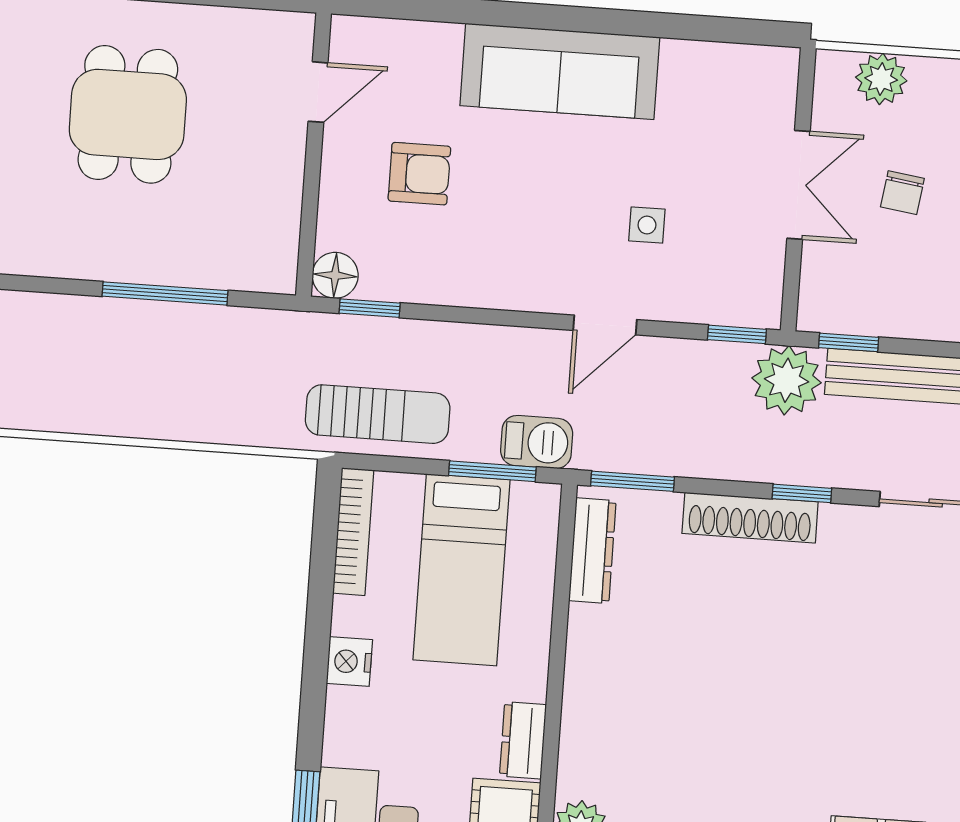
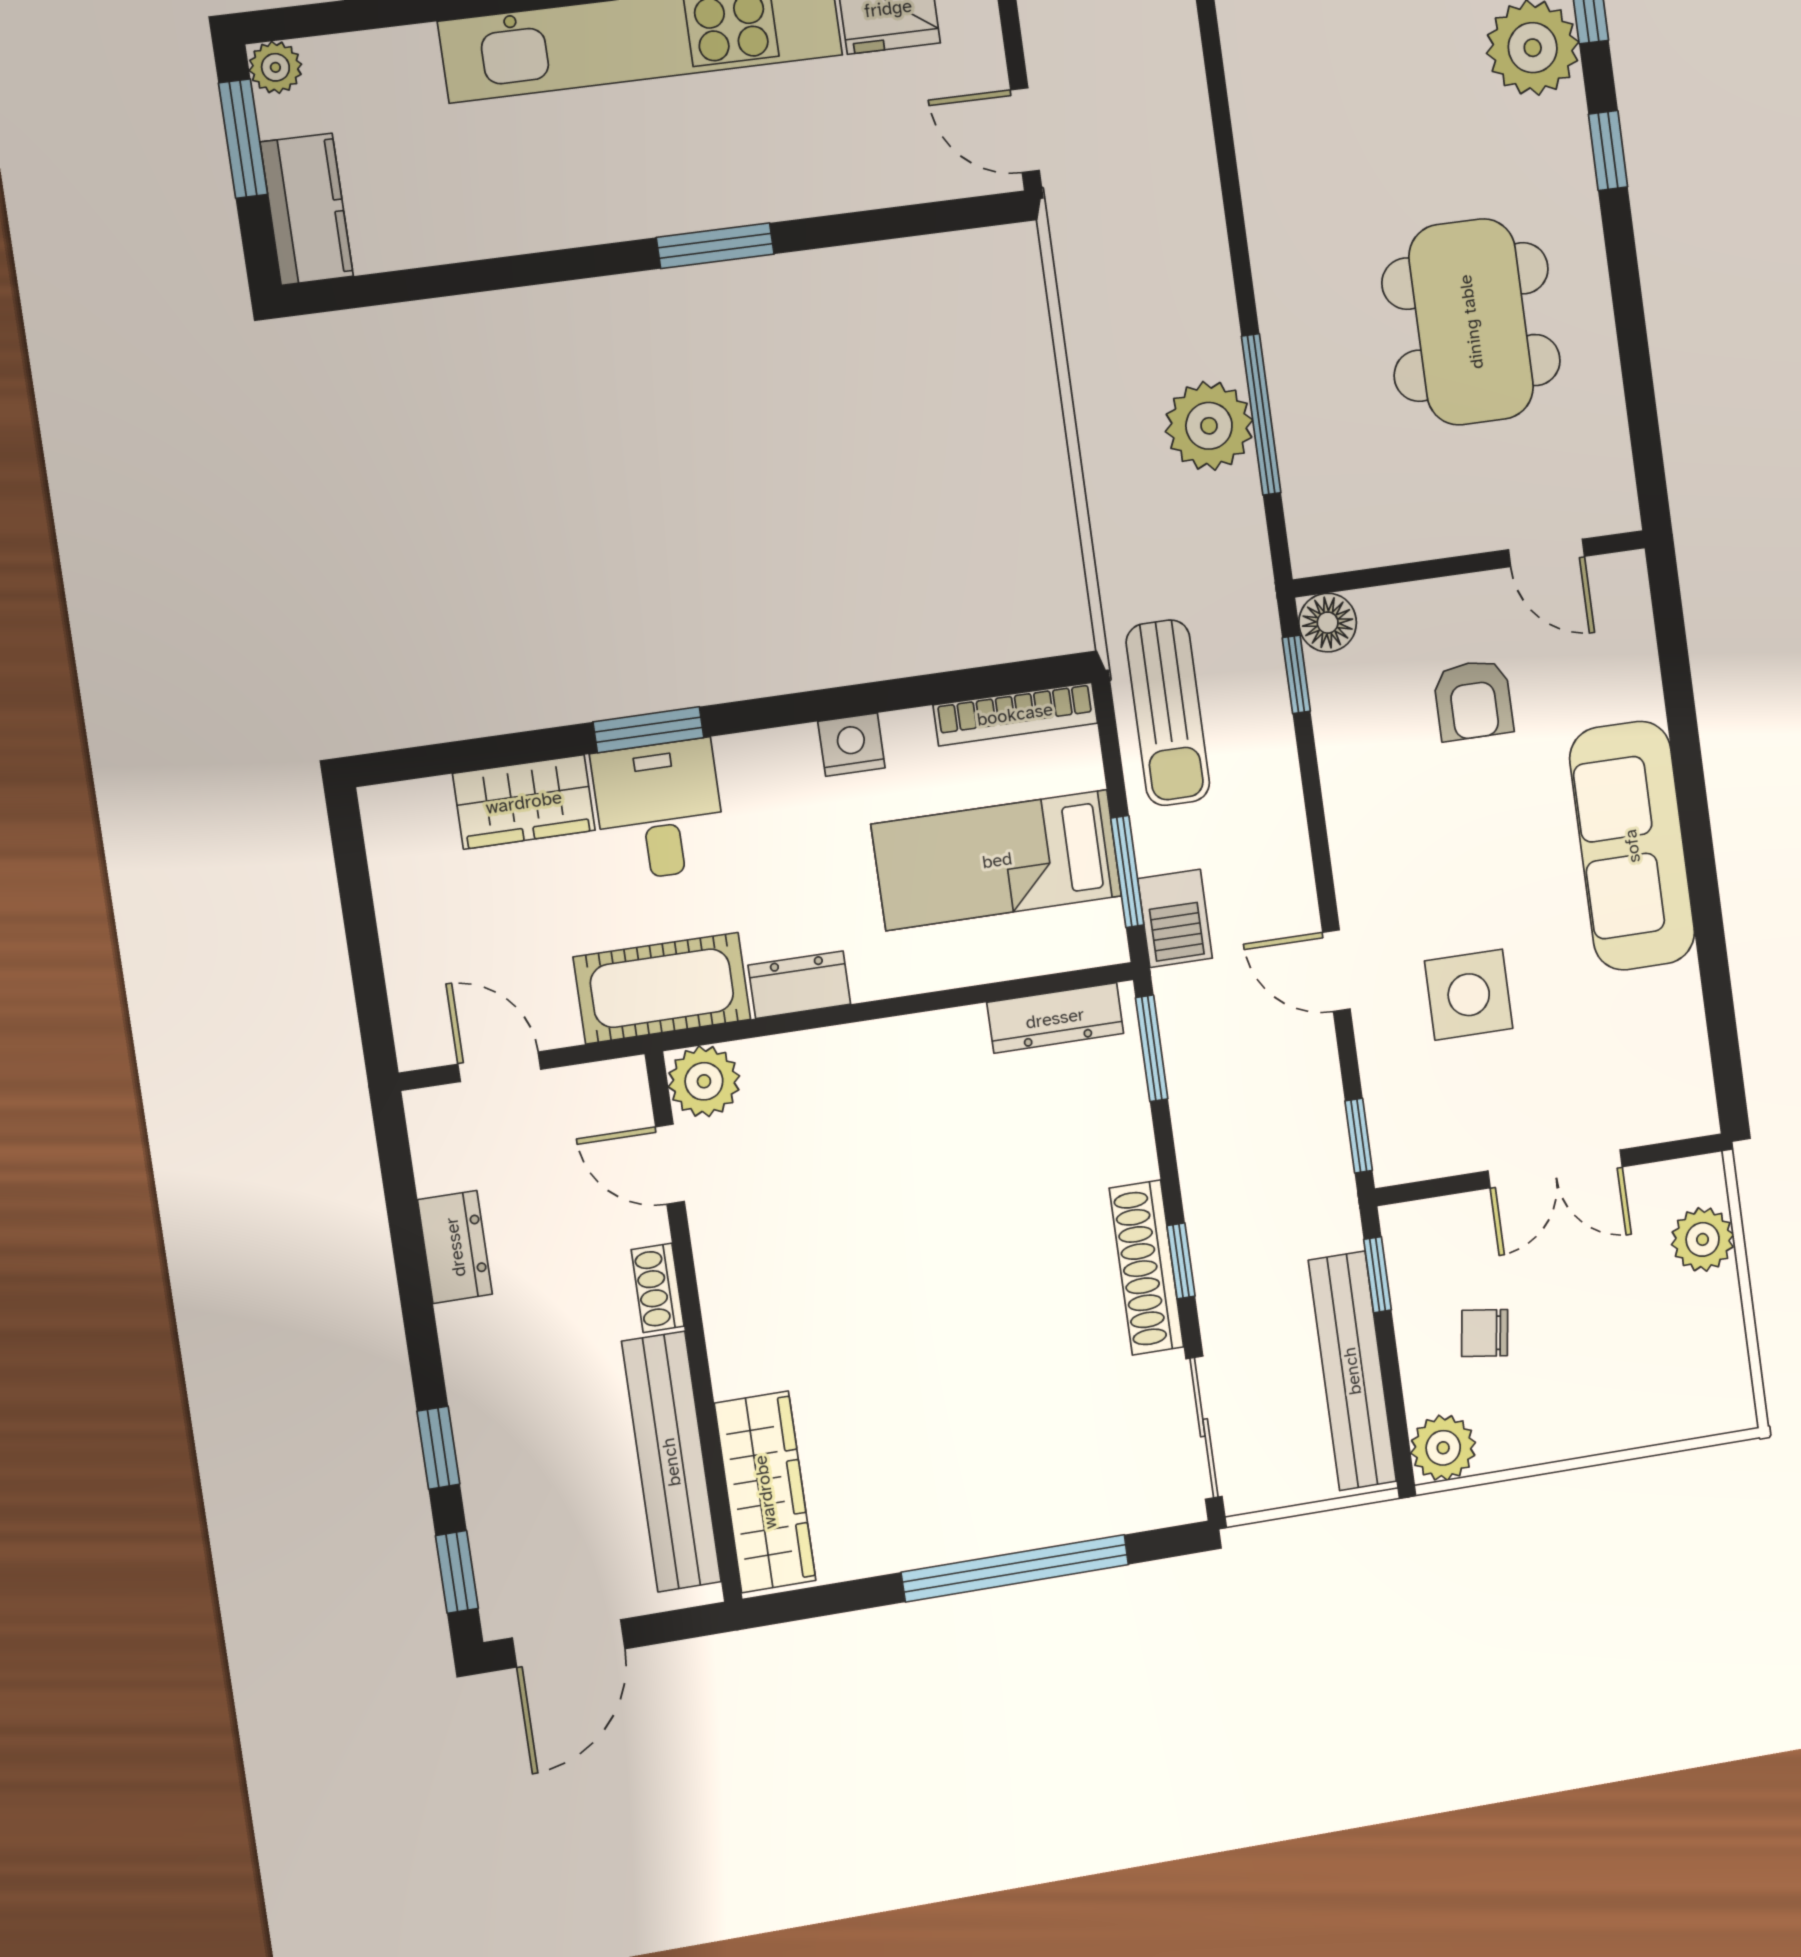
dining table: (128, 114) -> (1471, 322), width x1.38
chair: (902, 193) -> (1485, 1333), moved
side table: (647, 225) -> (1469, 995), width x1.87, depth x1.87
plant: (787, 380) -> (1209, 426), moved
shoe rack: (750, 518) -> (1146, 1268), moved

